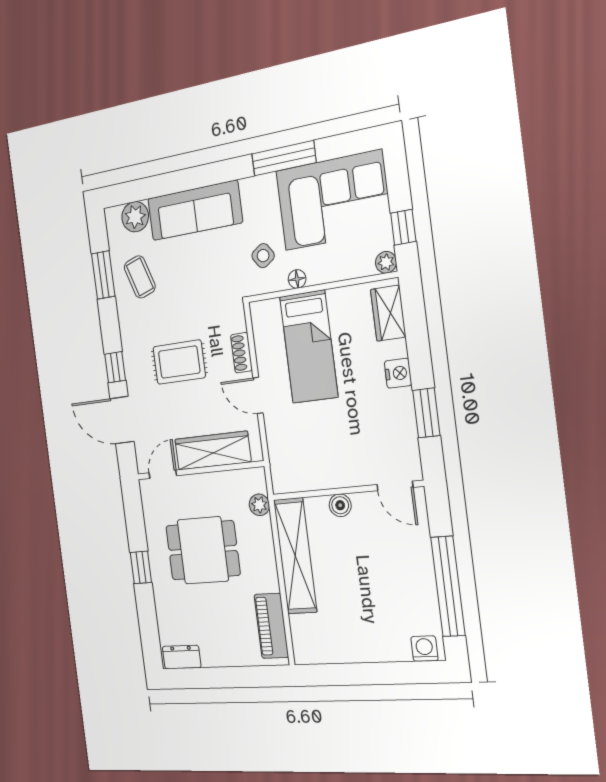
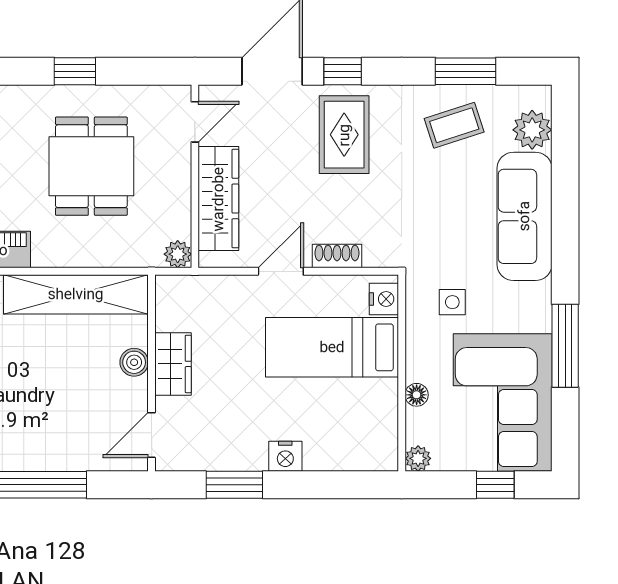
window: (403, 227) -> (495, 485), moved
side table: (263, 256) -> (452, 302), turned 35
floor lamp: (297, 279) -> (417, 395), moved
nightstand: (268, 311) -> (384, 299), added
wardrobe: (388, 313) -> (173, 364), moved, turned 90
rug: (179, 362) -> (344, 135), moved
door: (163, 474) -> (195, 122), hinge flipped
plant: (259, 505) -> (178, 254), moved

